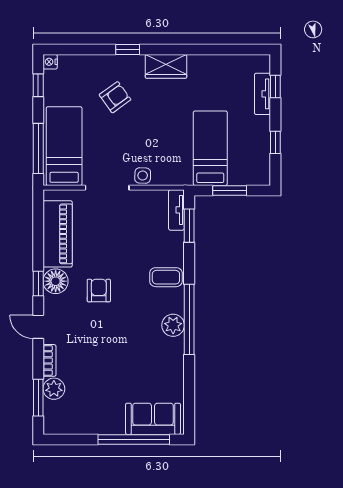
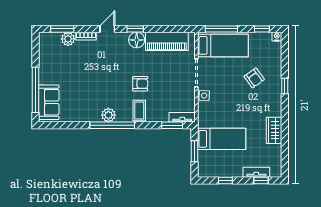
wardrobe: (166, 66) -> (274, 130), moved
armchair: (99, 291) -> (140, 84), moved

